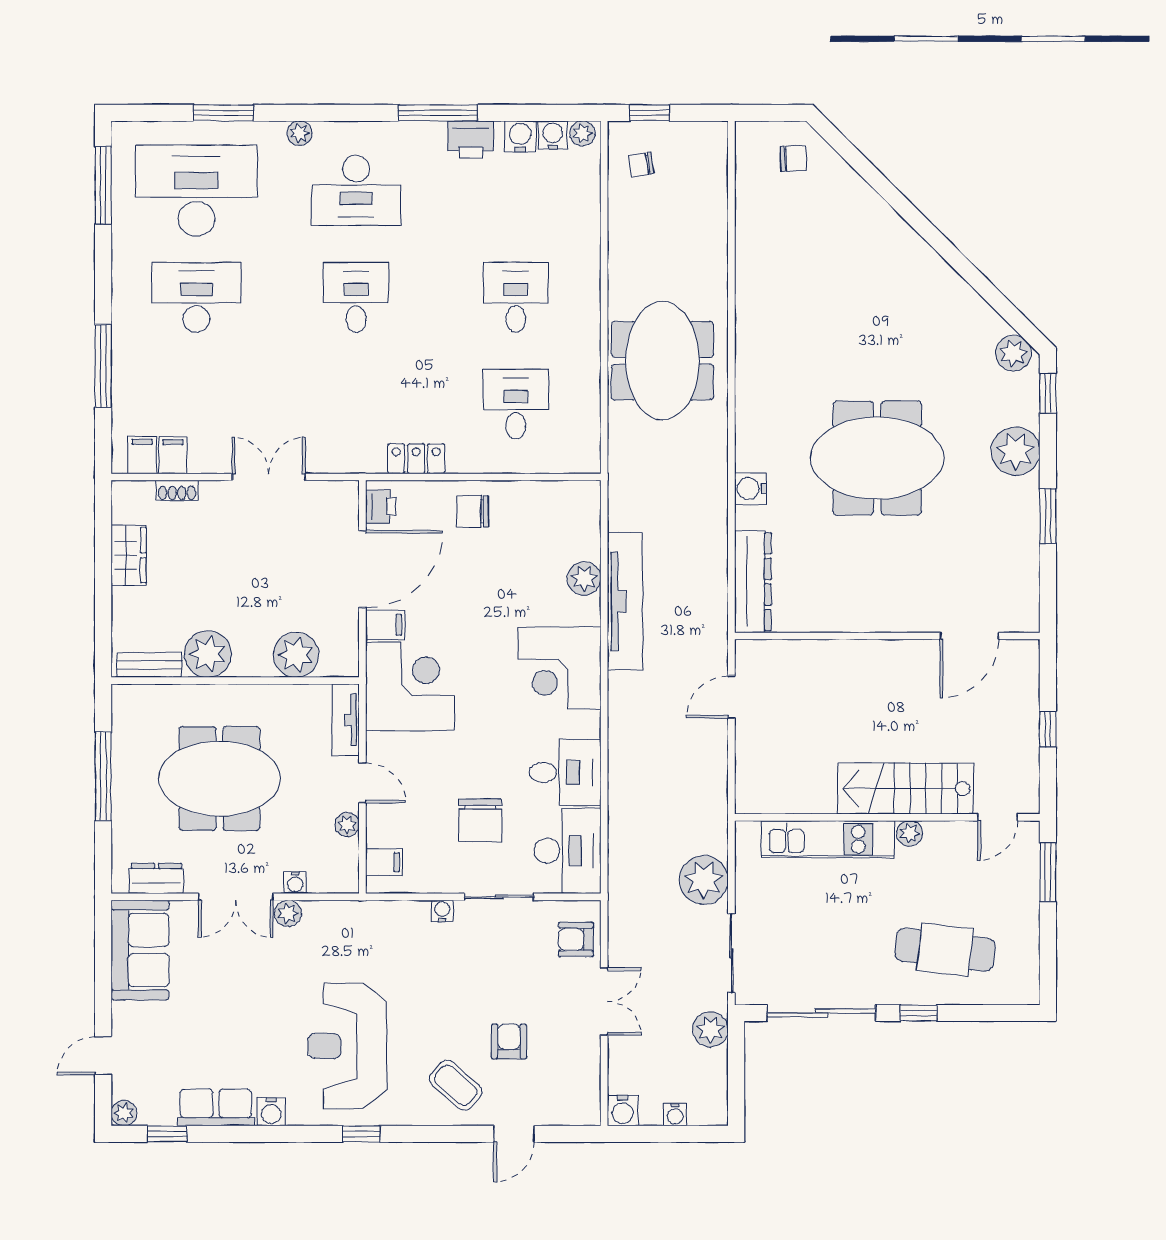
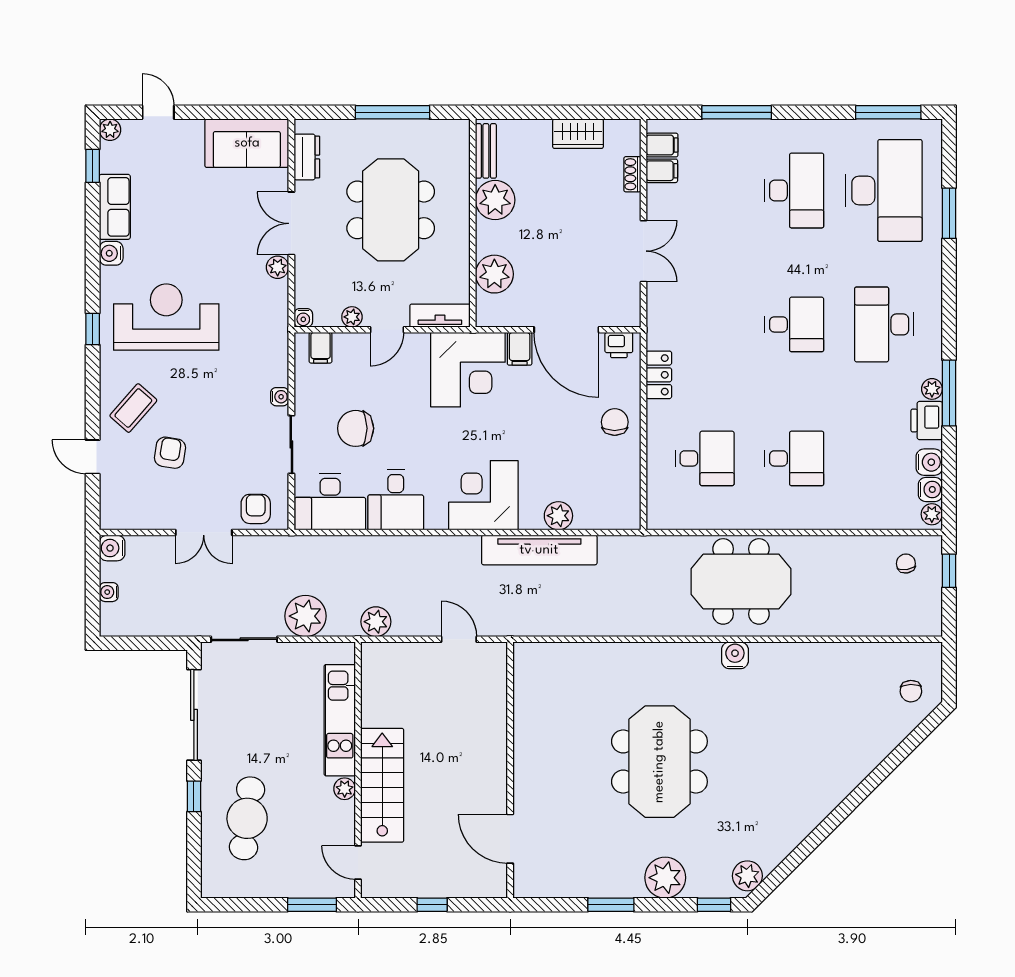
plant: (299, 133) -> (932, 389), moved
water cooler: (751, 489) -> (735, 655), moved
dresser: (753, 582) -> (556, 657), removed
water cooler: (295, 883) -> (303, 318), moved, turned -90
plant: (710, 1029) -> (376, 622), moved
armchair: (509, 1042) -> (170, 453), turned -81

